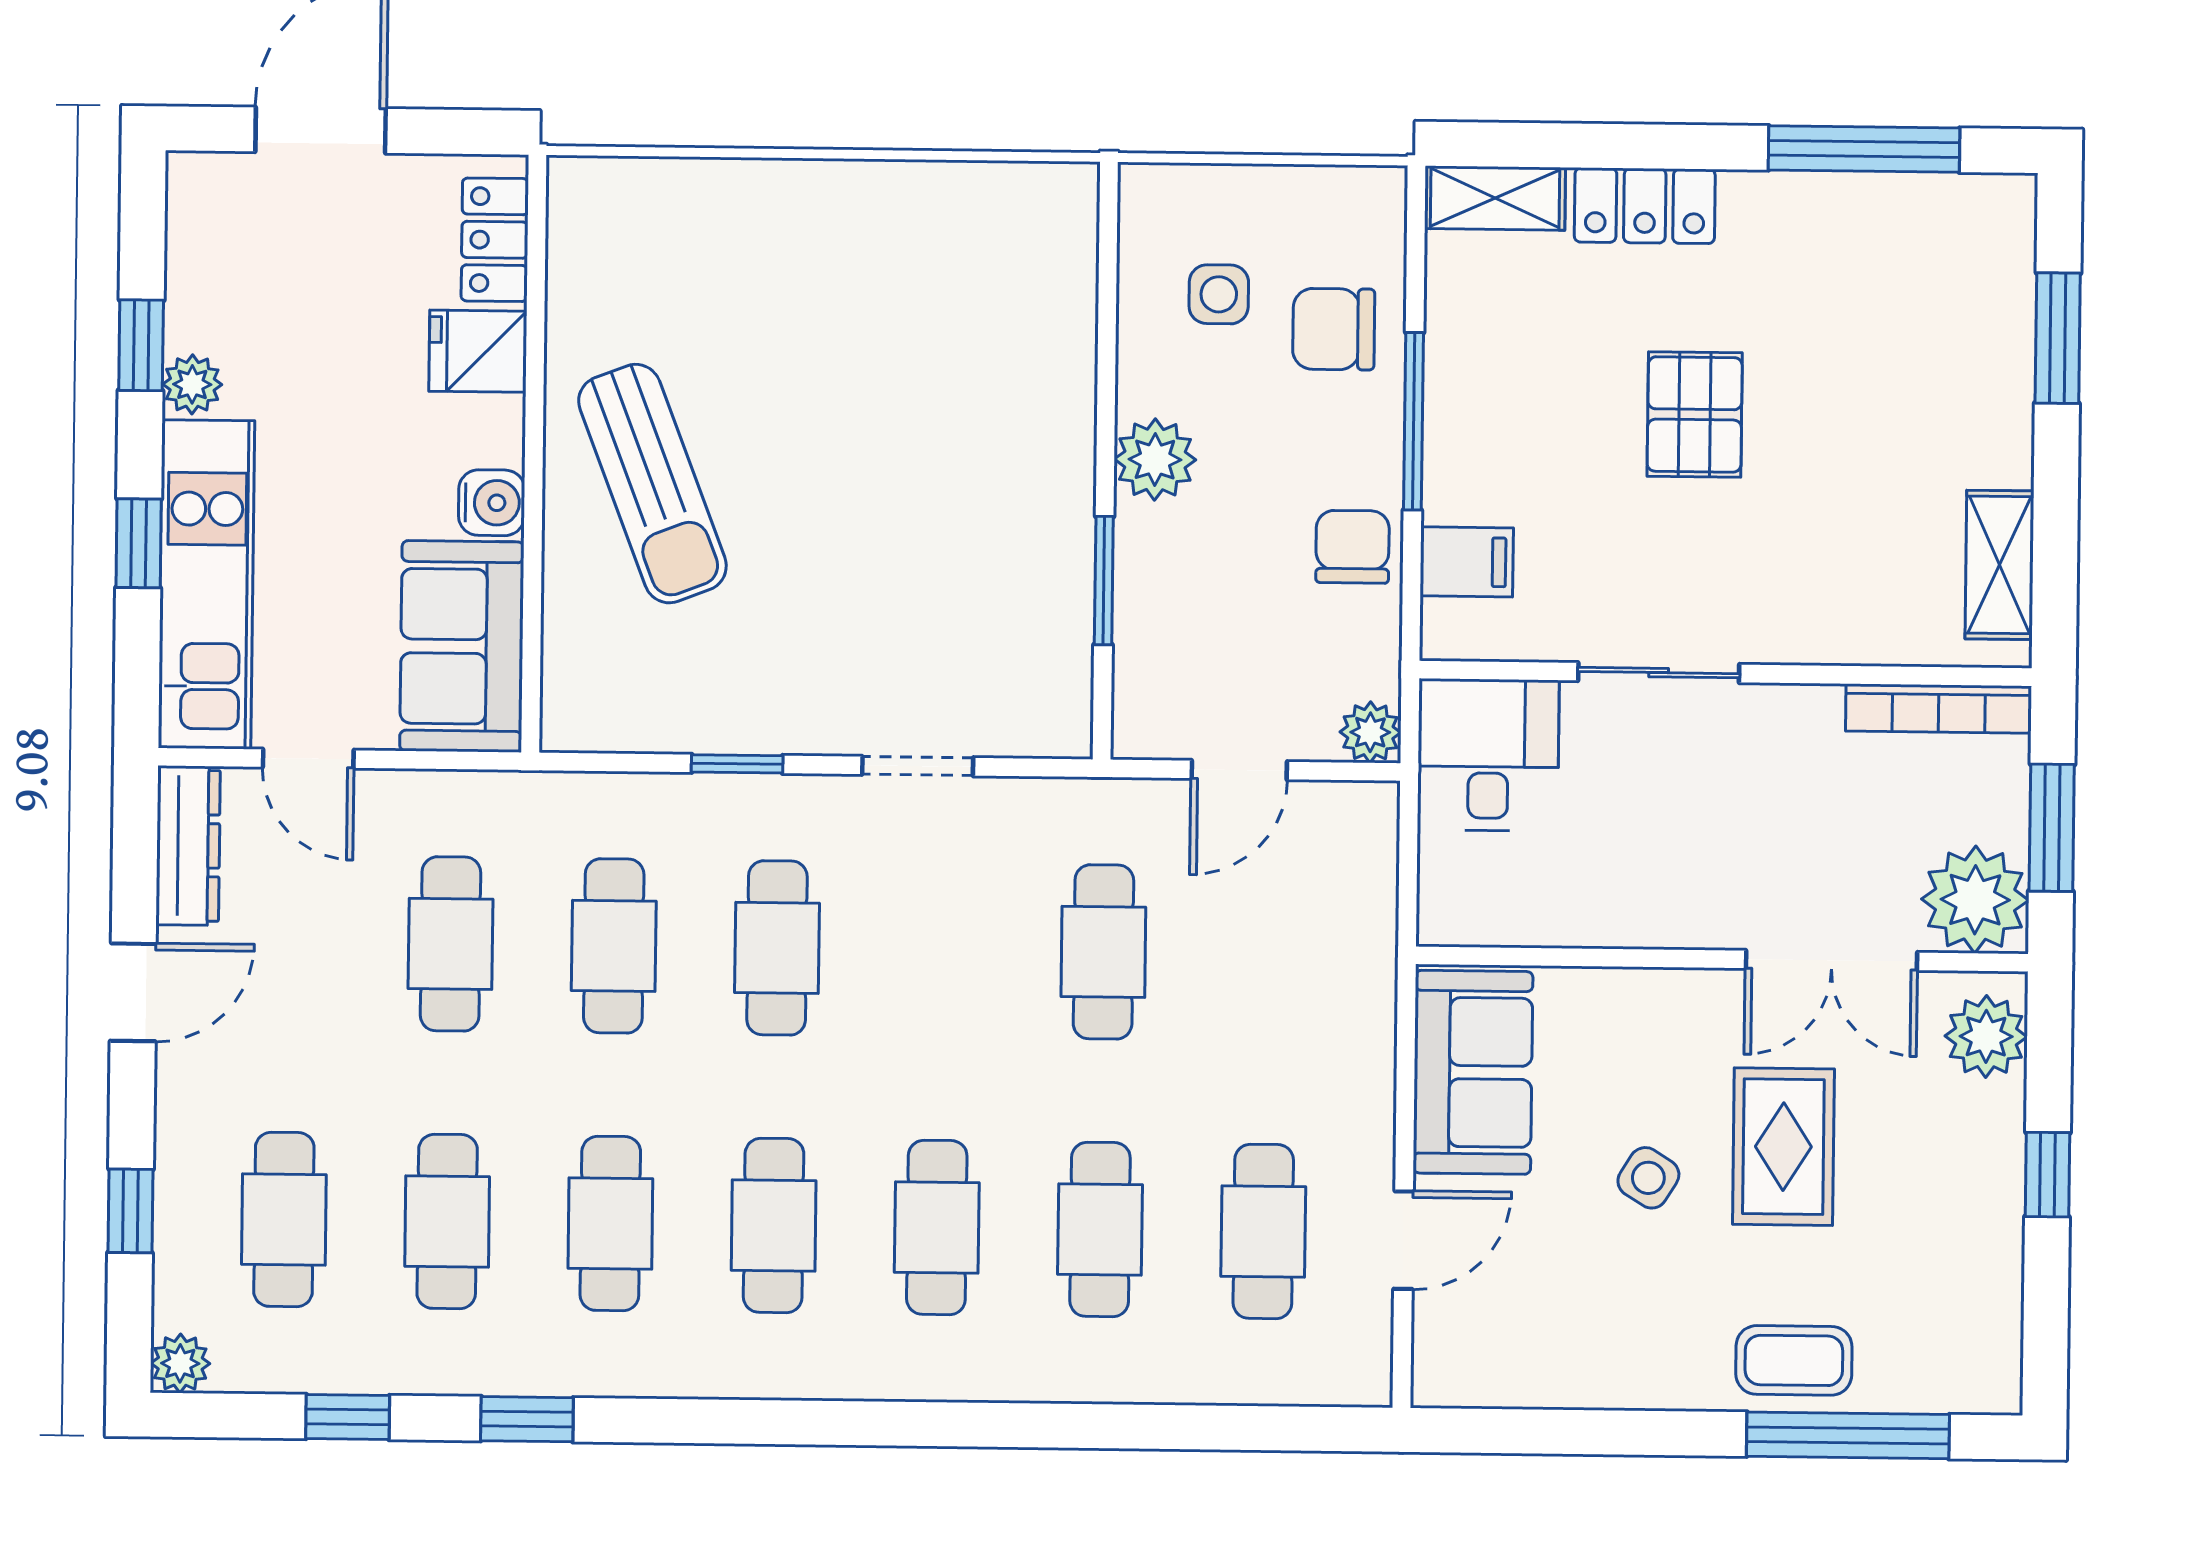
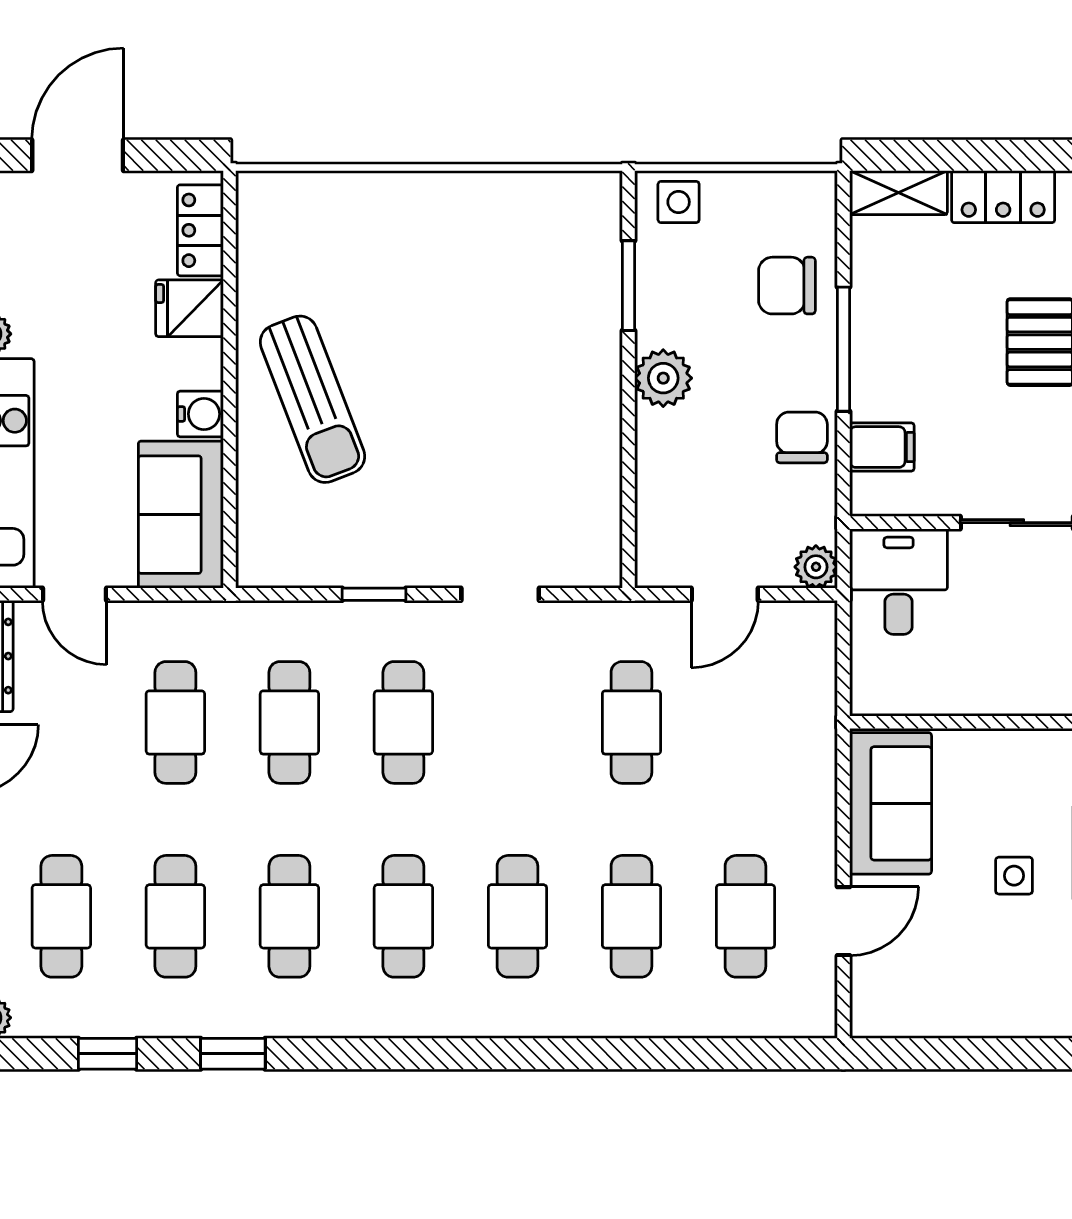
side table: (1219, 294) -> (679, 202), moved
window: (1104, 581) -> (629, 286), moved
side table: (1648, 1178) -> (1014, 876), turned -32

